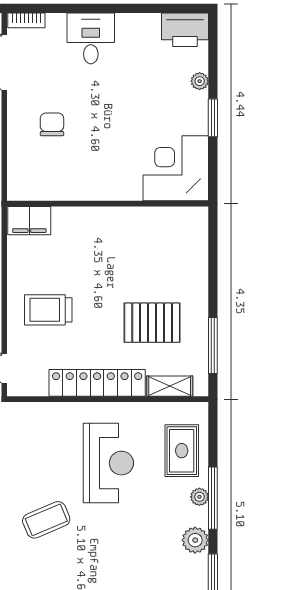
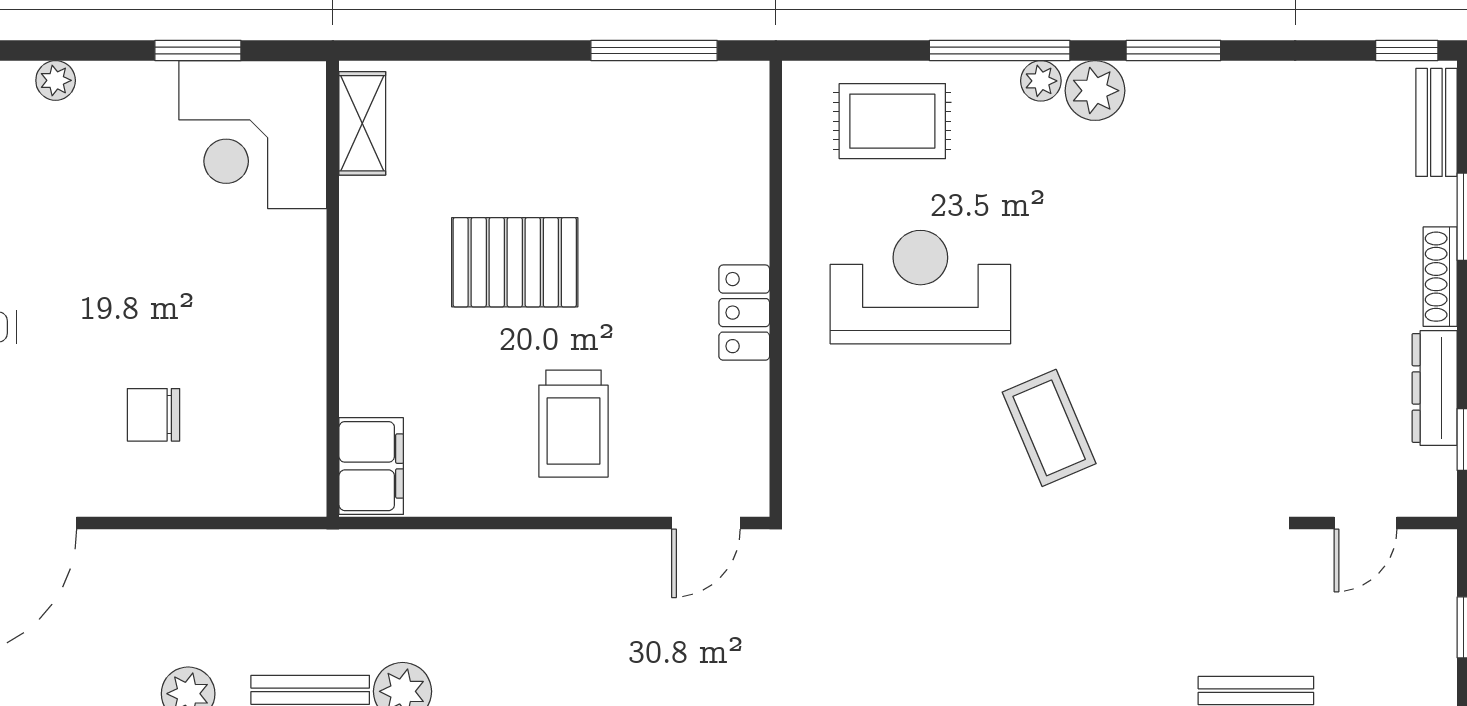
window: (213, 118) -> (198, 50), moved
pallet: (152, 323) -> (515, 262), moved, turned 90
locker: (97, 383) -> (744, 313), width x0.46, depth x0.83
shelving: (170, 386) -> (362, 123), moved
plant: (199, 497) -> (1041, 81), moved

